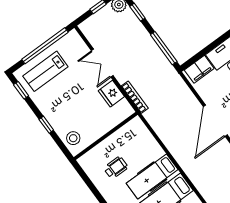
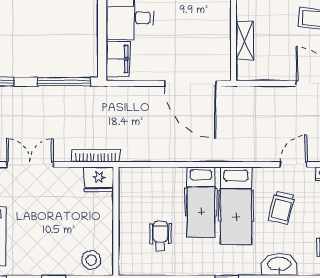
double door: (102, 63) -> (30, 164), swing flipped
fridge: (111, 94) -> (99, 179), moved

